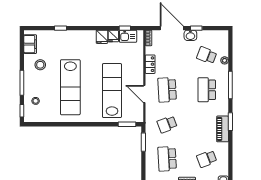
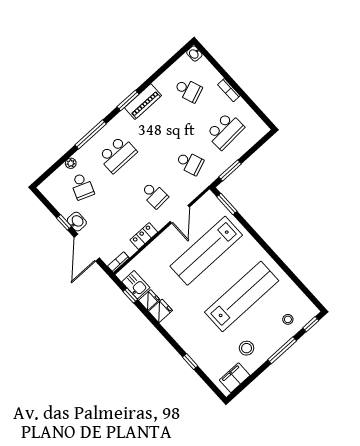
school desk: (167, 90) -> (154, 195), width x0.54

